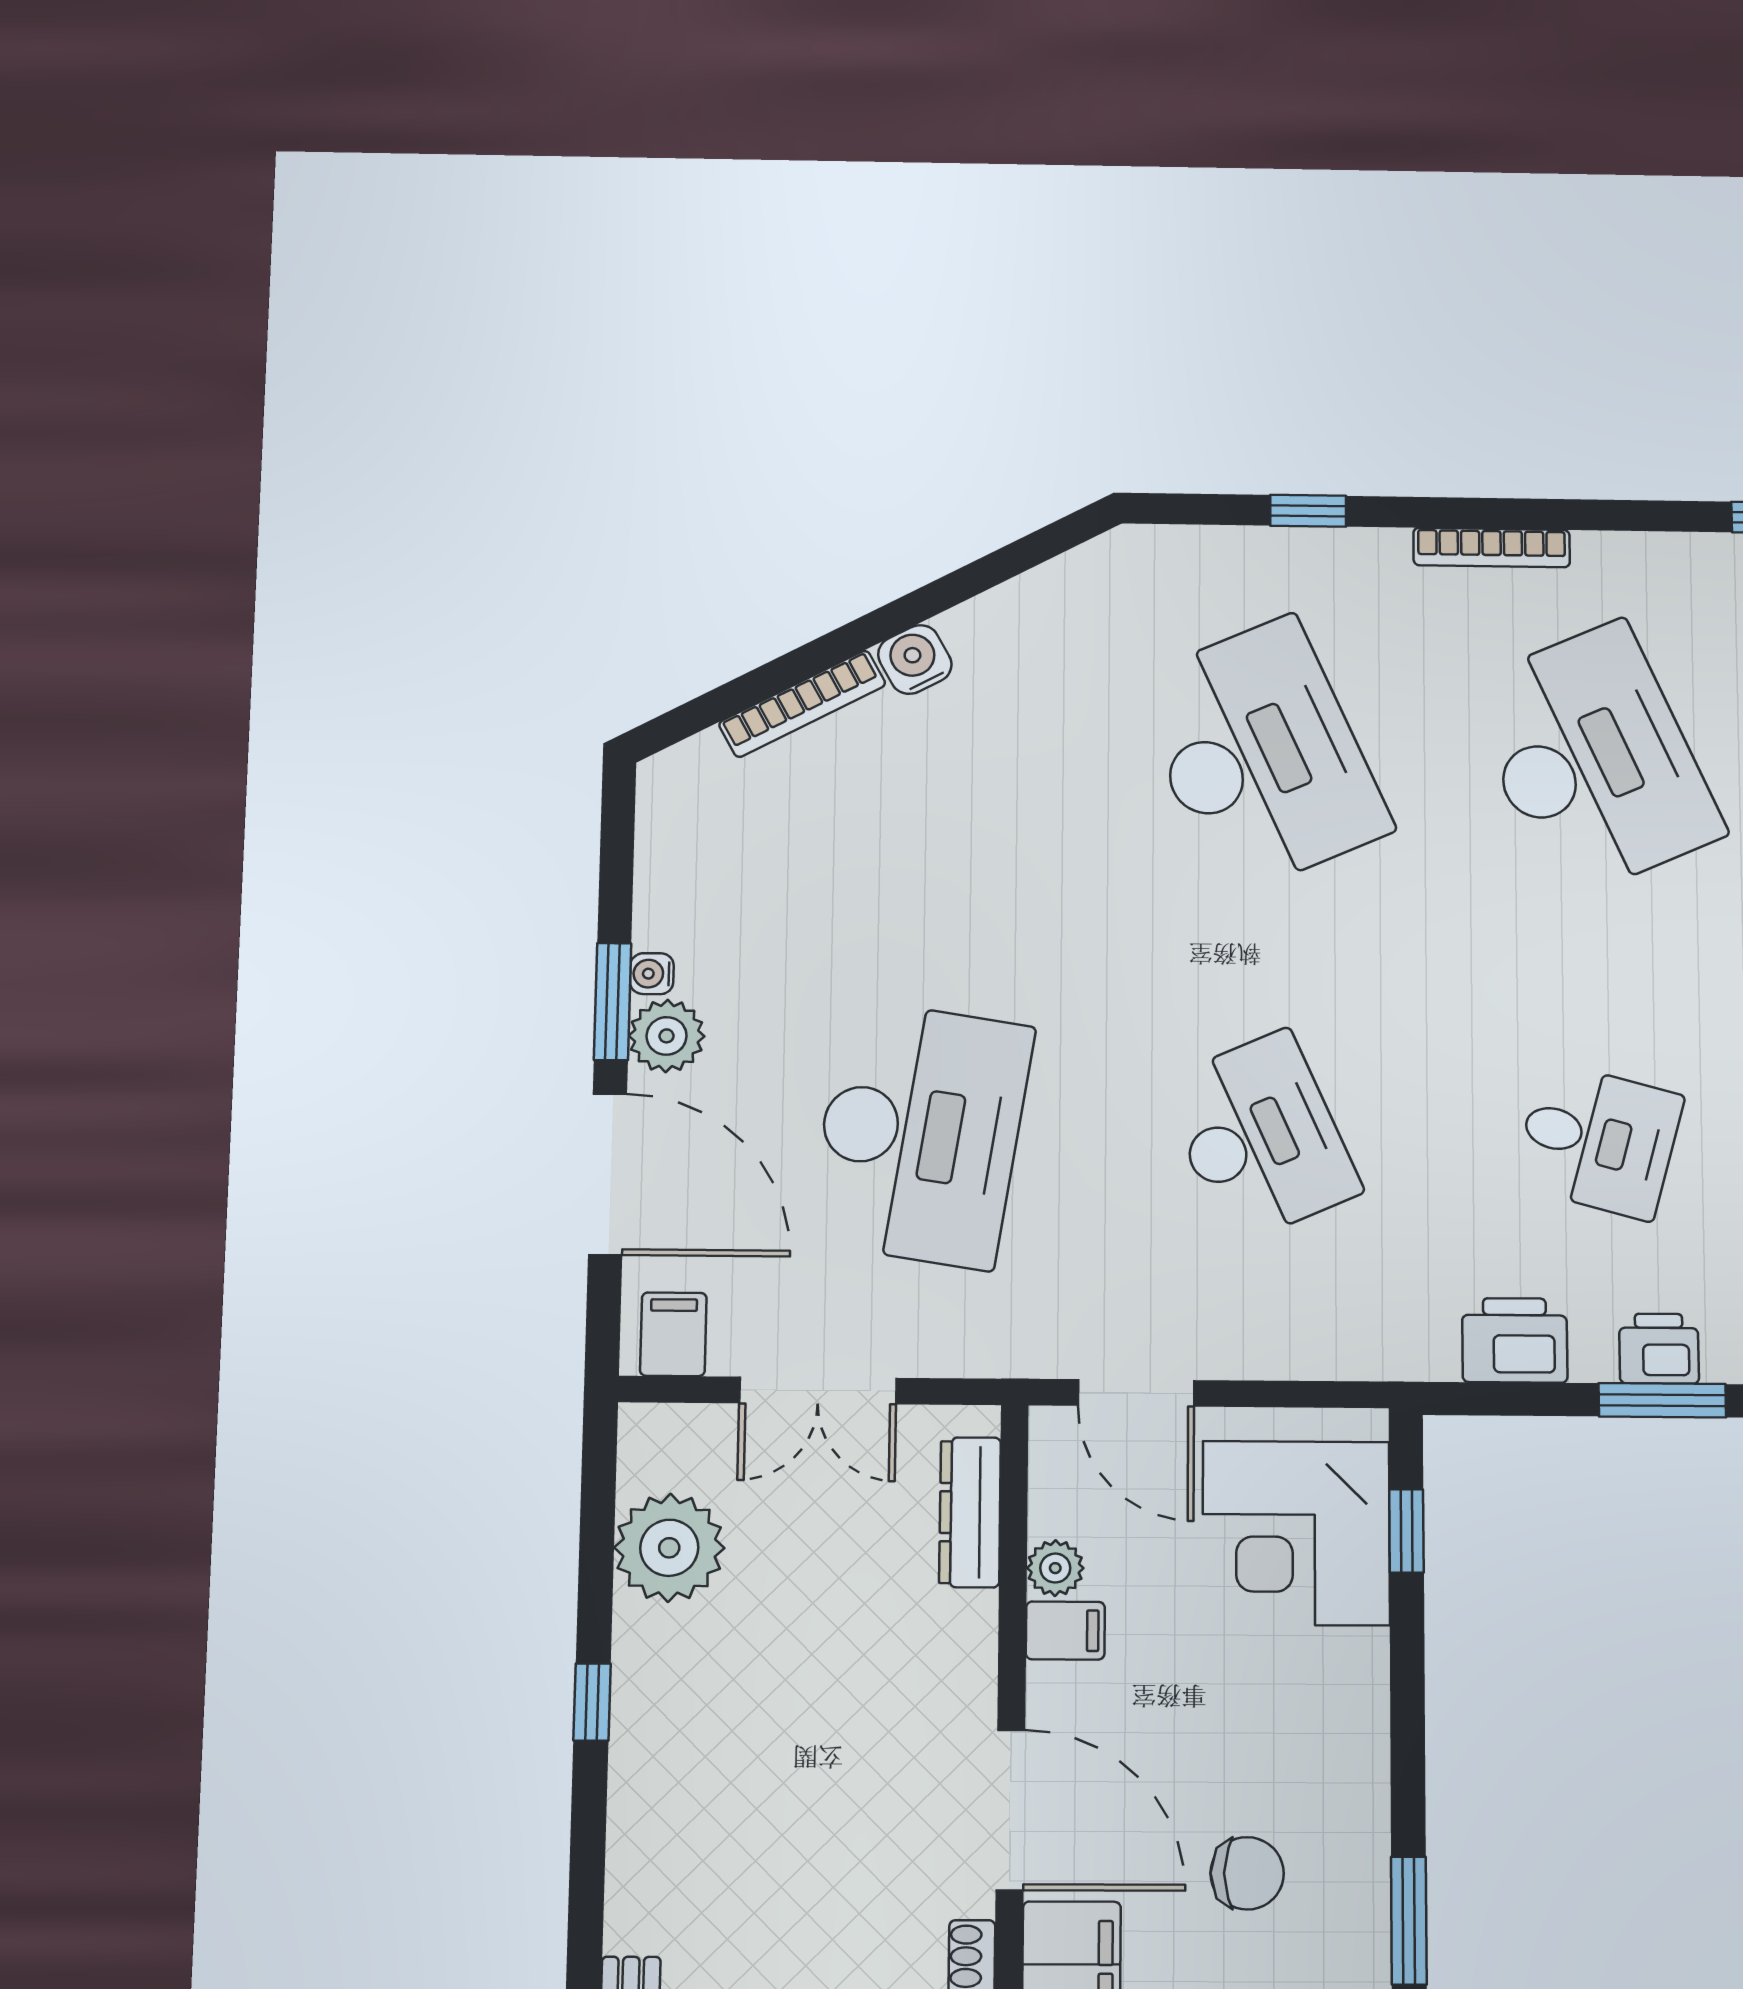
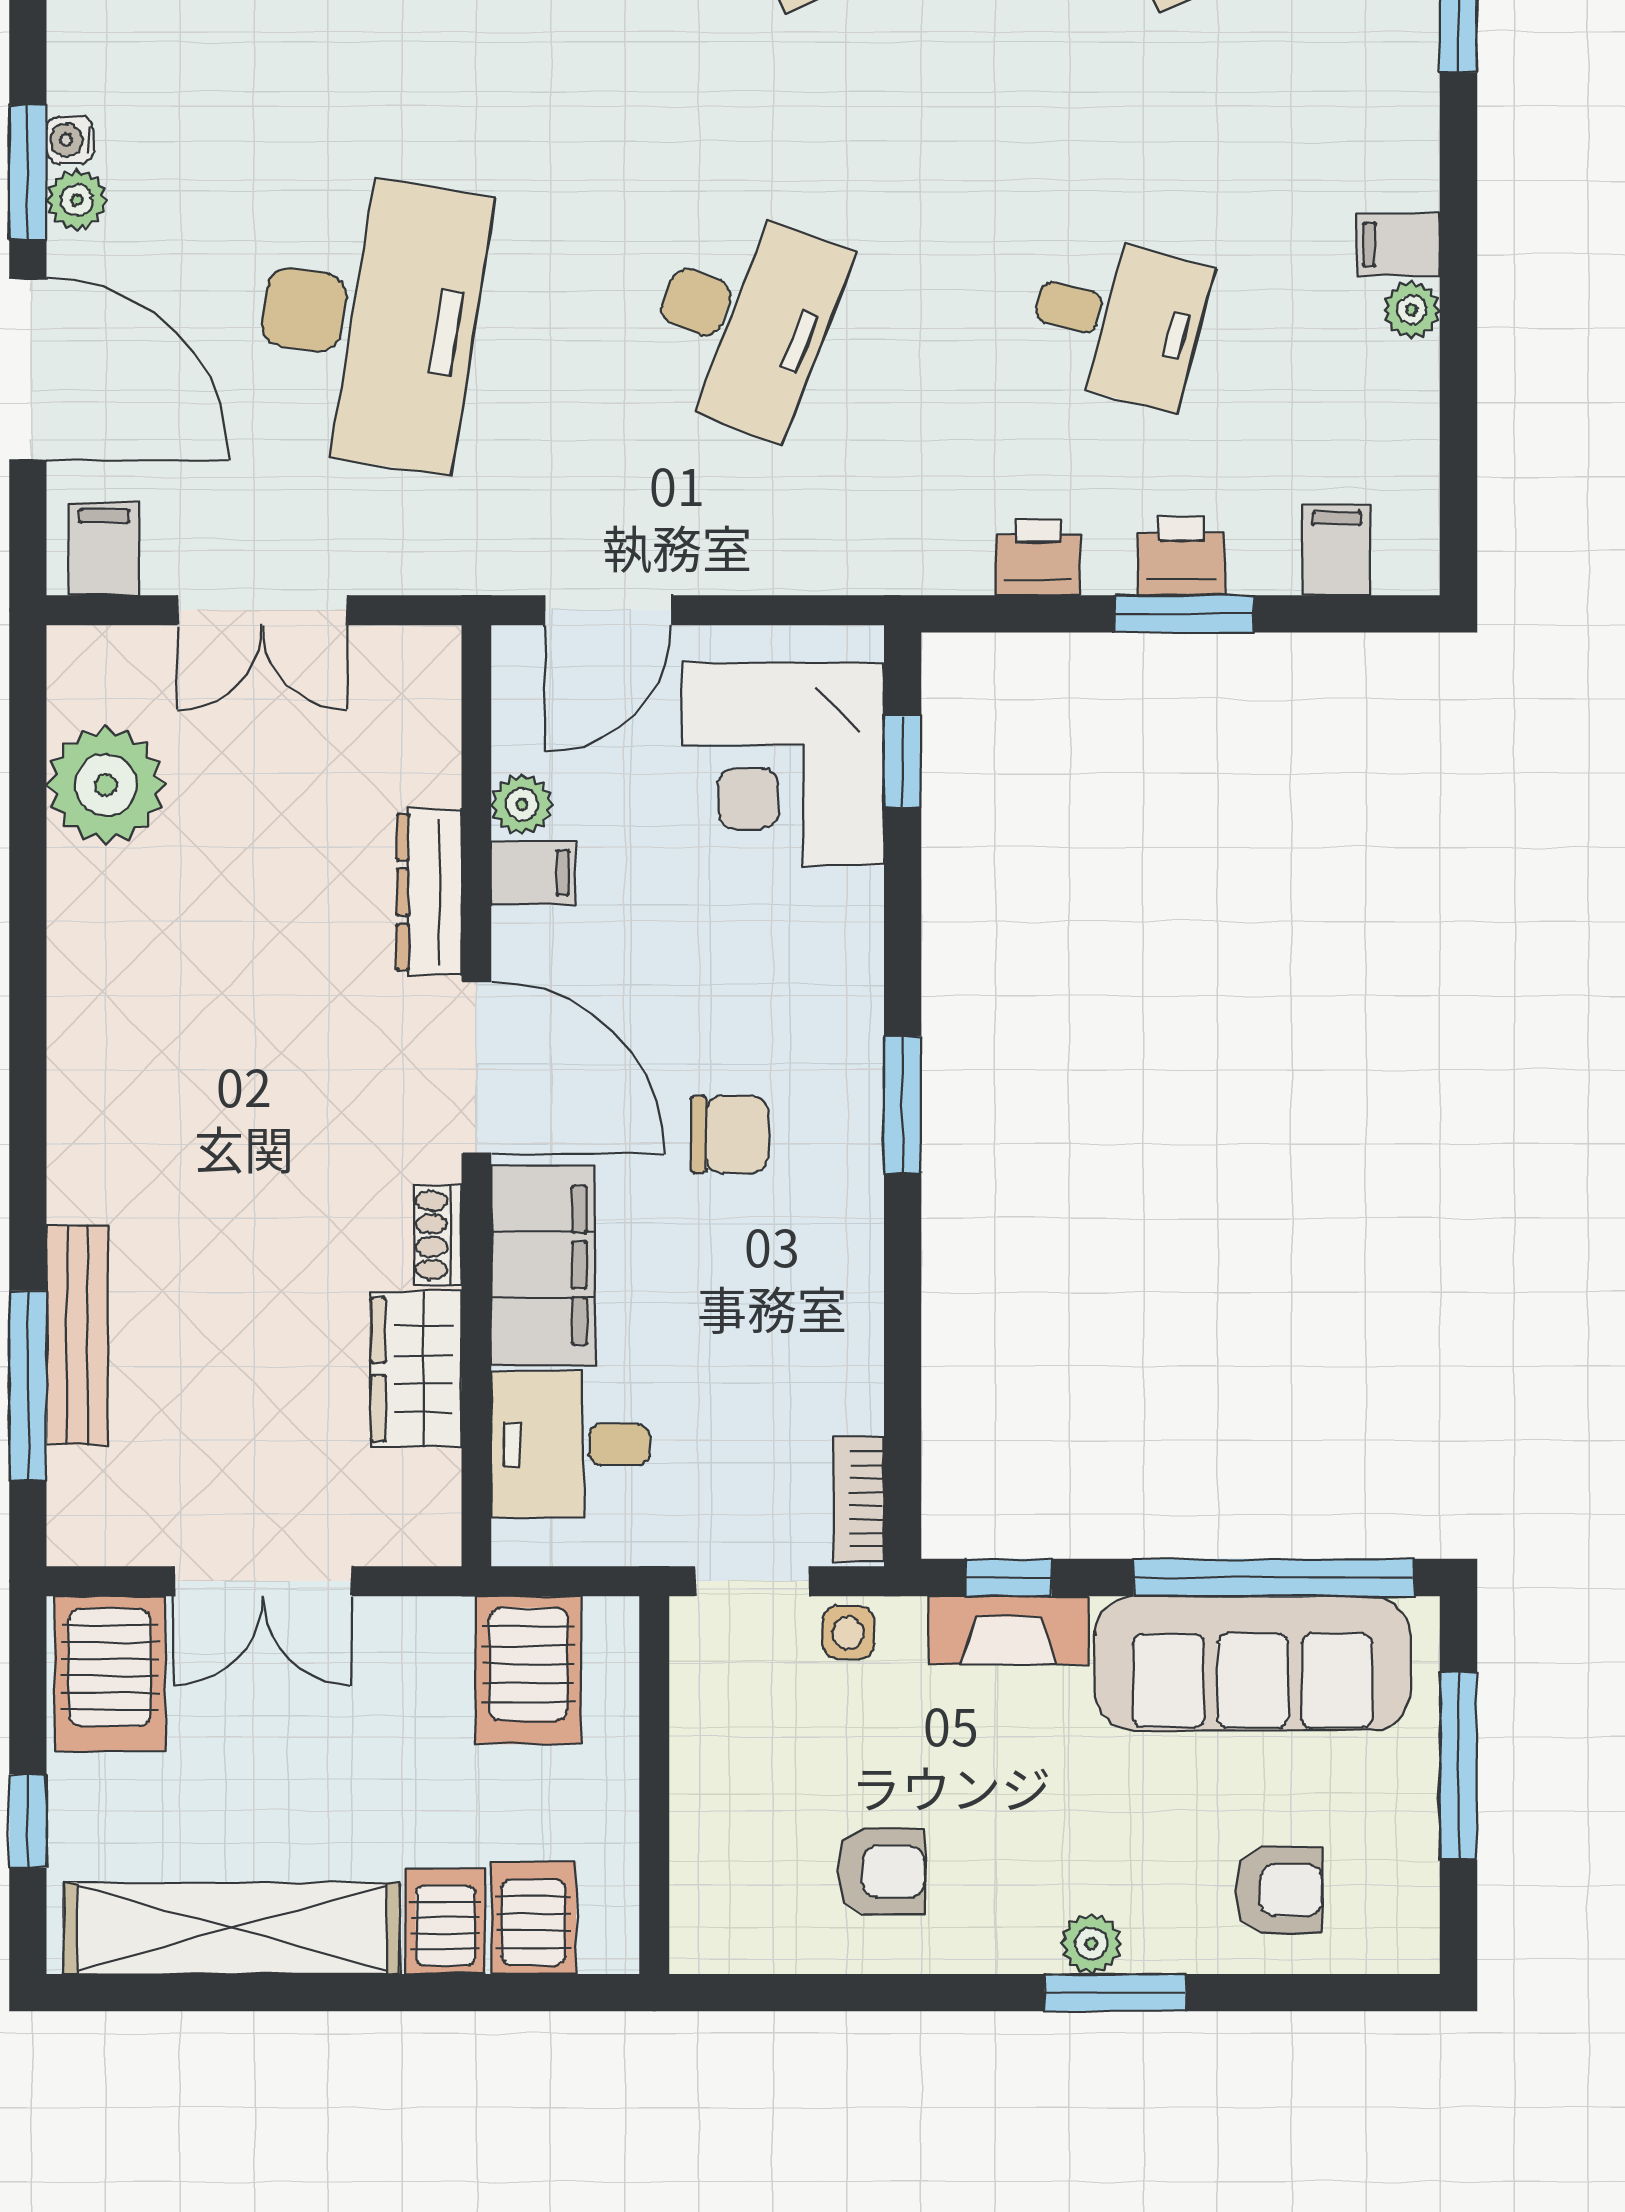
plant: (667, 1036) -> (77, 200), width x0.73, depth x0.73
desk: (1260, 1137) -> (743, 320), turned 45
printer: (1515, 1340) -> (1038, 557), width x0.73, depth x0.81
door: (1136, 1393) -> (608, 610), hinge flipped
dresser: (970, 1512) -> (429, 892), moved
window: (592, 1702) -> (28, 953), removed
window: (1409, 1921) -> (903, 1105), moved

